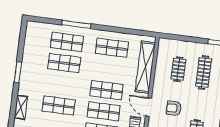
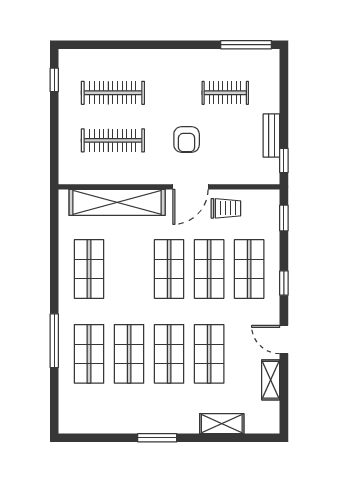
clothes rail: (178, 69) -> (113, 140), width x1.36
shop shelf: (61, 84) -> (169, 354), added

